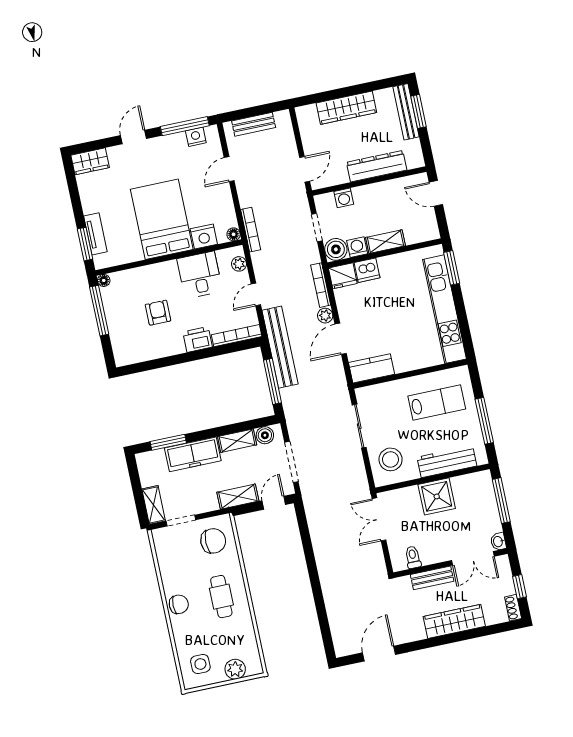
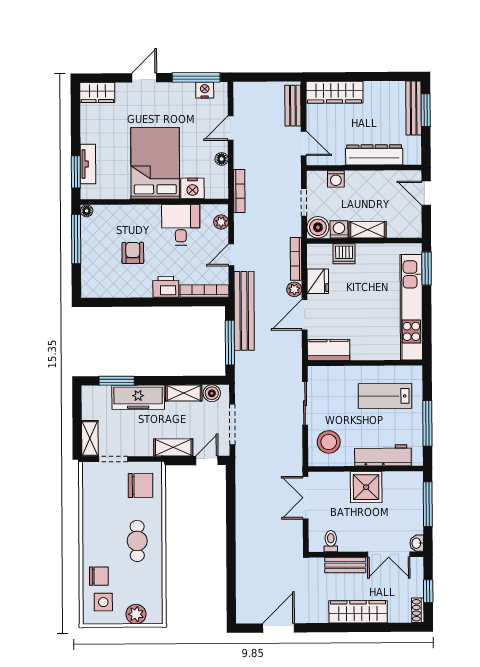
wardrobe: (346, 108) -> (334, 92), moved
bench: (254, 124) -> (293, 106), moved, turned 90
door: (305, 169) -> (304, 143), hinge flipped
floor lamp: (234, 234) -> (222, 159), moved
fridge: (343, 276) -> (318, 281), moved, turned -90
lab bench: (437, 402) -> (385, 396), turned 180
chair: (179, 604) -> (99, 576), moved

